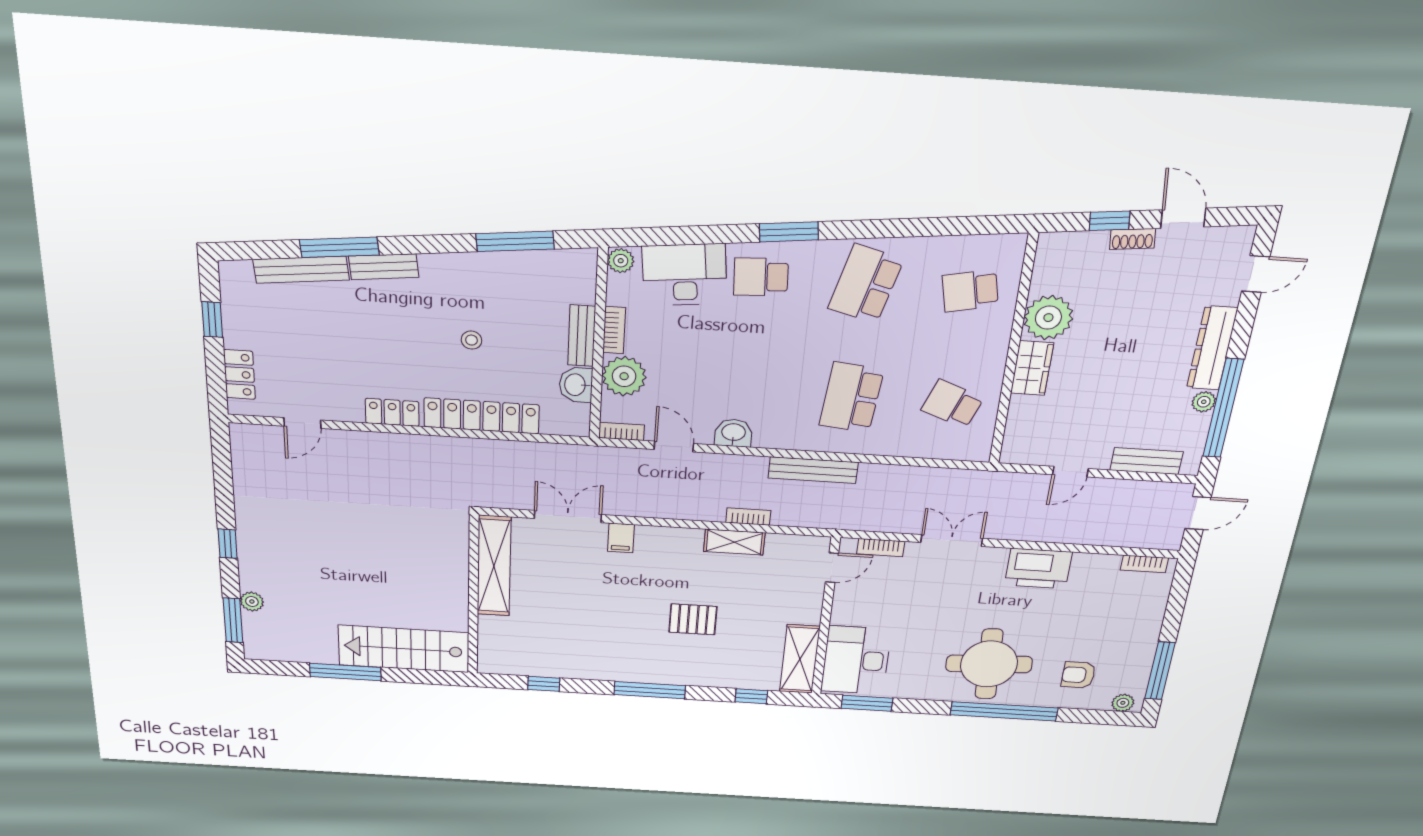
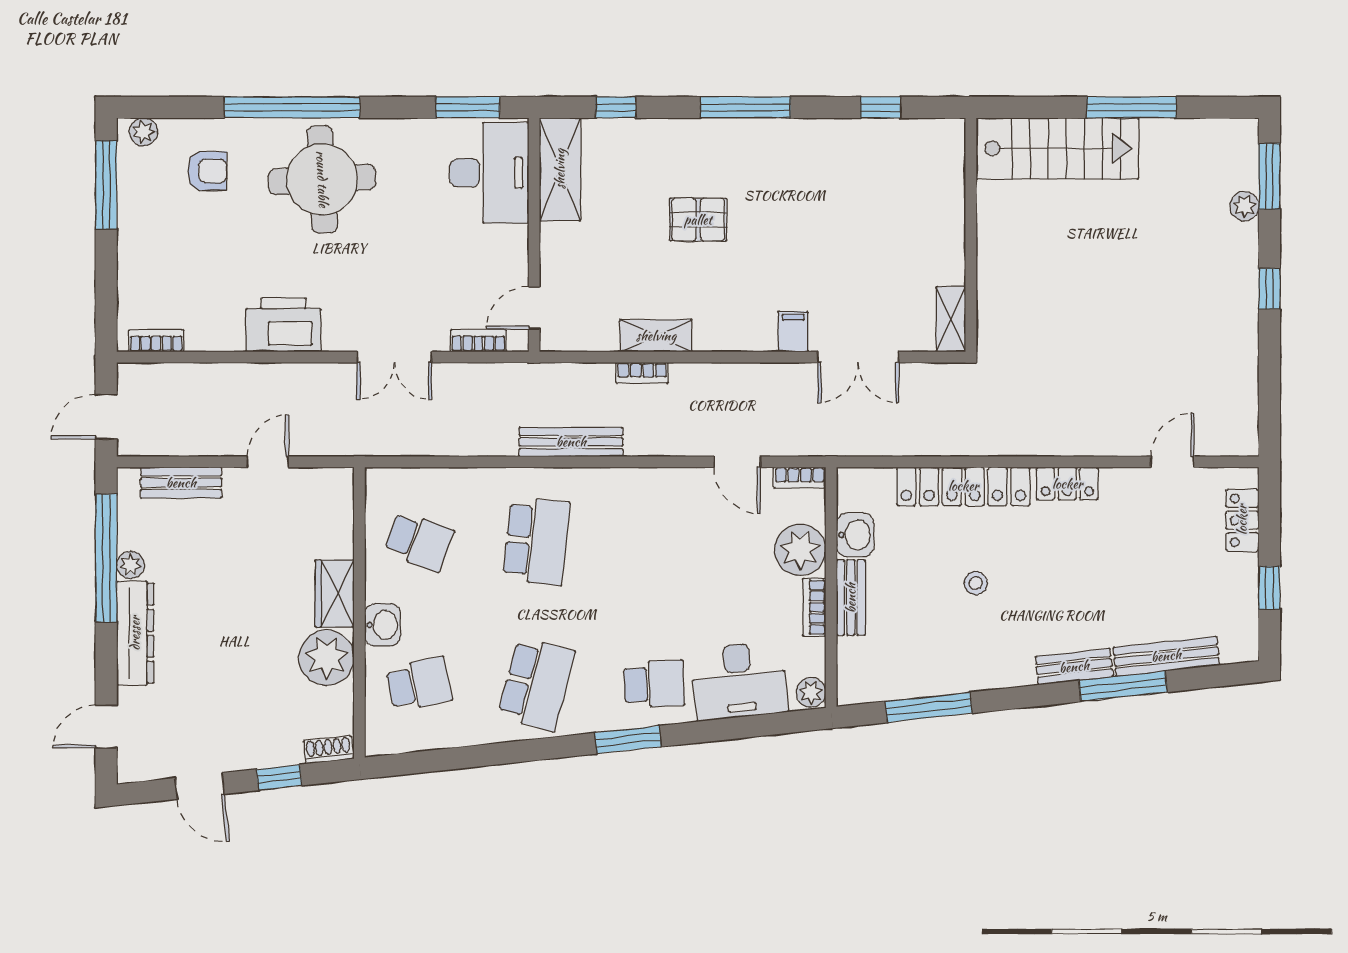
shoe rack: (1133, 239) -> (328, 750), moved
washbasin: (733, 433) -> (383, 625), moved, turned -90
shelving: (494, 566) -> (951, 319), width x0.45, depth x0.75

